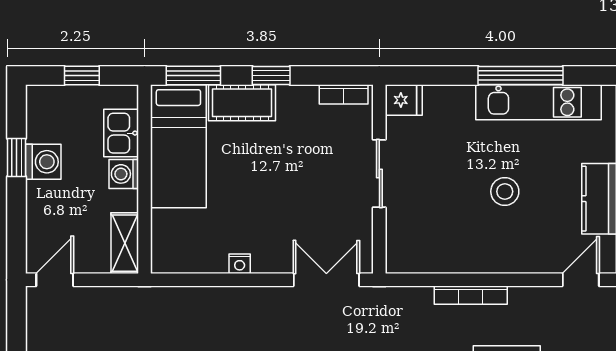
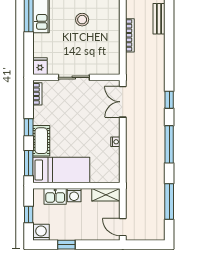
washing machine: (43, 162) -> (41, 232), moved

